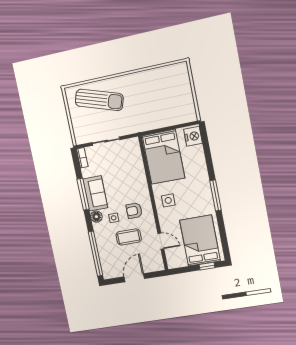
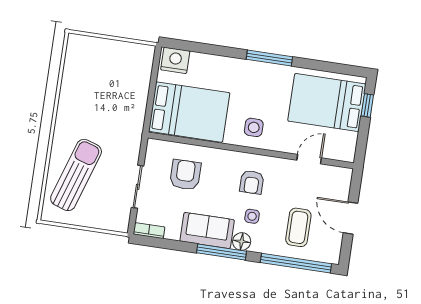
armchair: (124, 168) -> (185, 175), added
window: (83, 194) -> (221, 252), moved
coffee table: (129, 237) -> (298, 227), moved

